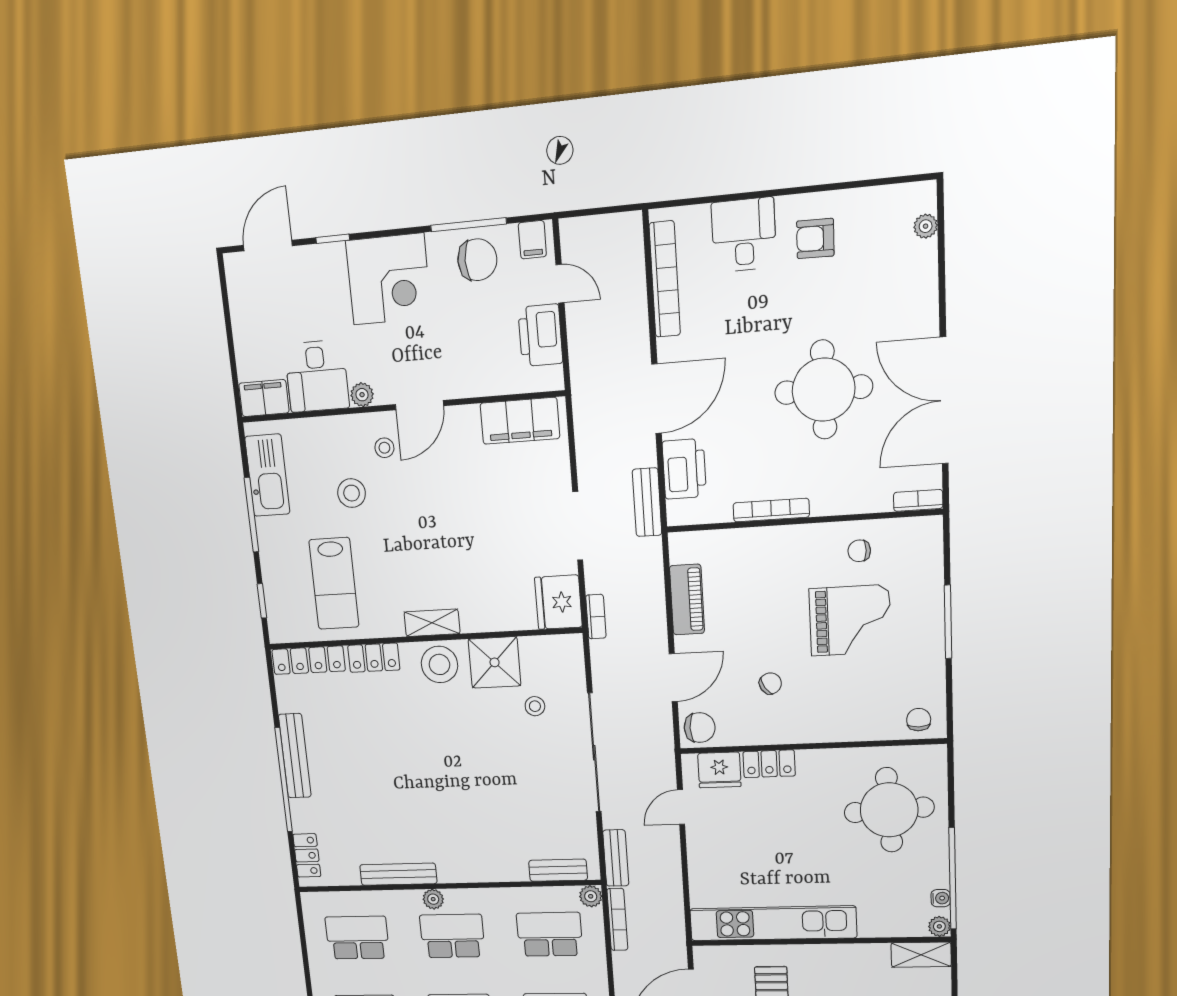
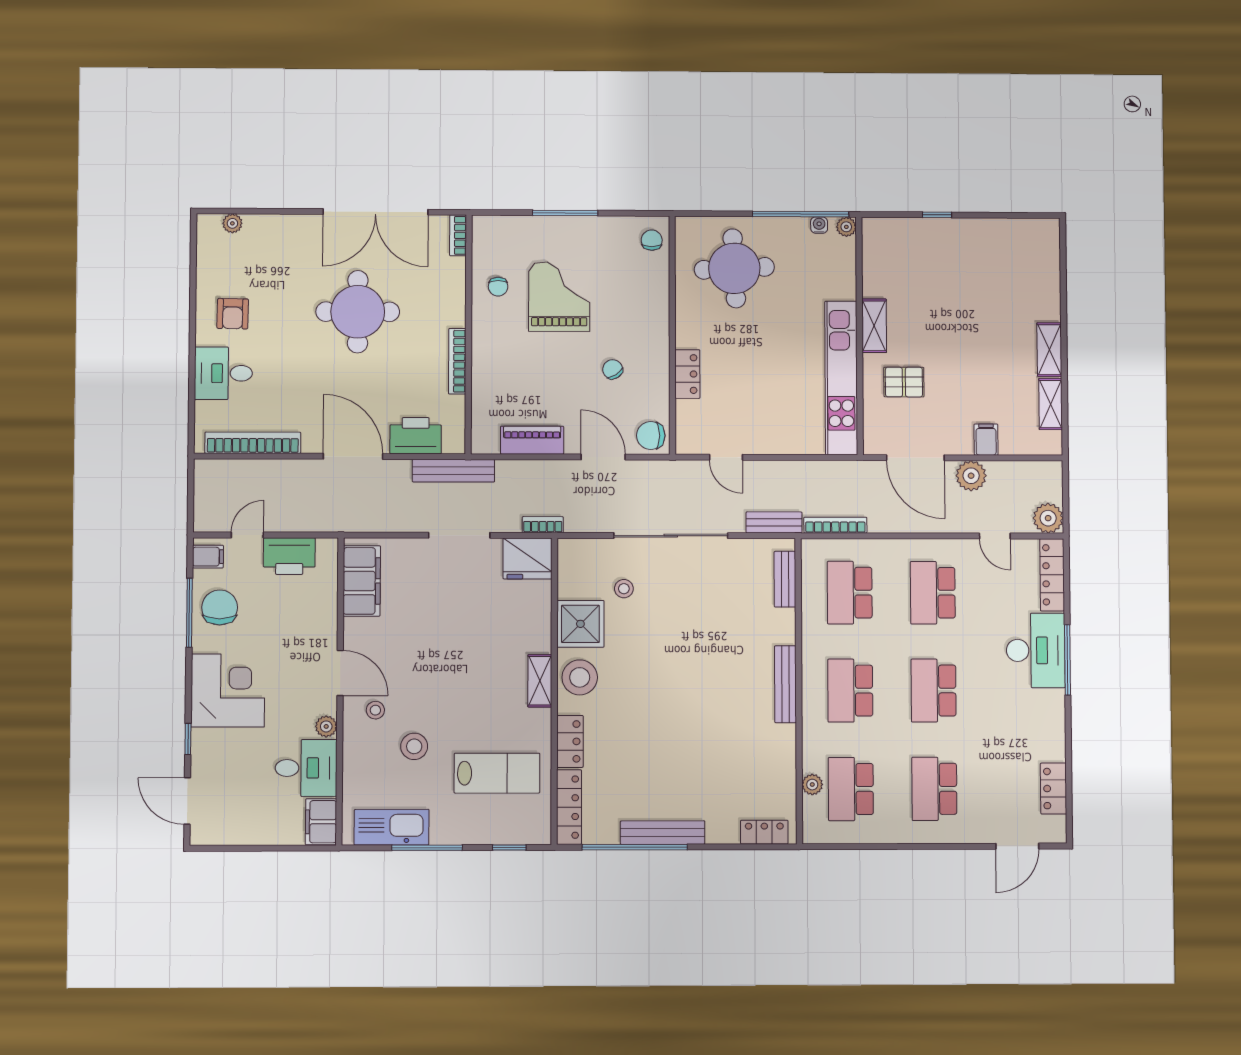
bench: (647, 502) -> (453, 471), width x1.36
chair: (919, 720) -> (652, 240), turned 90
chair: (700, 728) -> (651, 436), turned -90
fridge: (719, 770) -> (692, 420), removed
window: (284, 780) -> (635, 847), moved
bench: (398, 874) -> (785, 684), moved
plant: (591, 896) -> (812, 549), removed
plant: (433, 899) -> (812, 785), moved
shelving: (921, 955) -> (874, 326), moved

